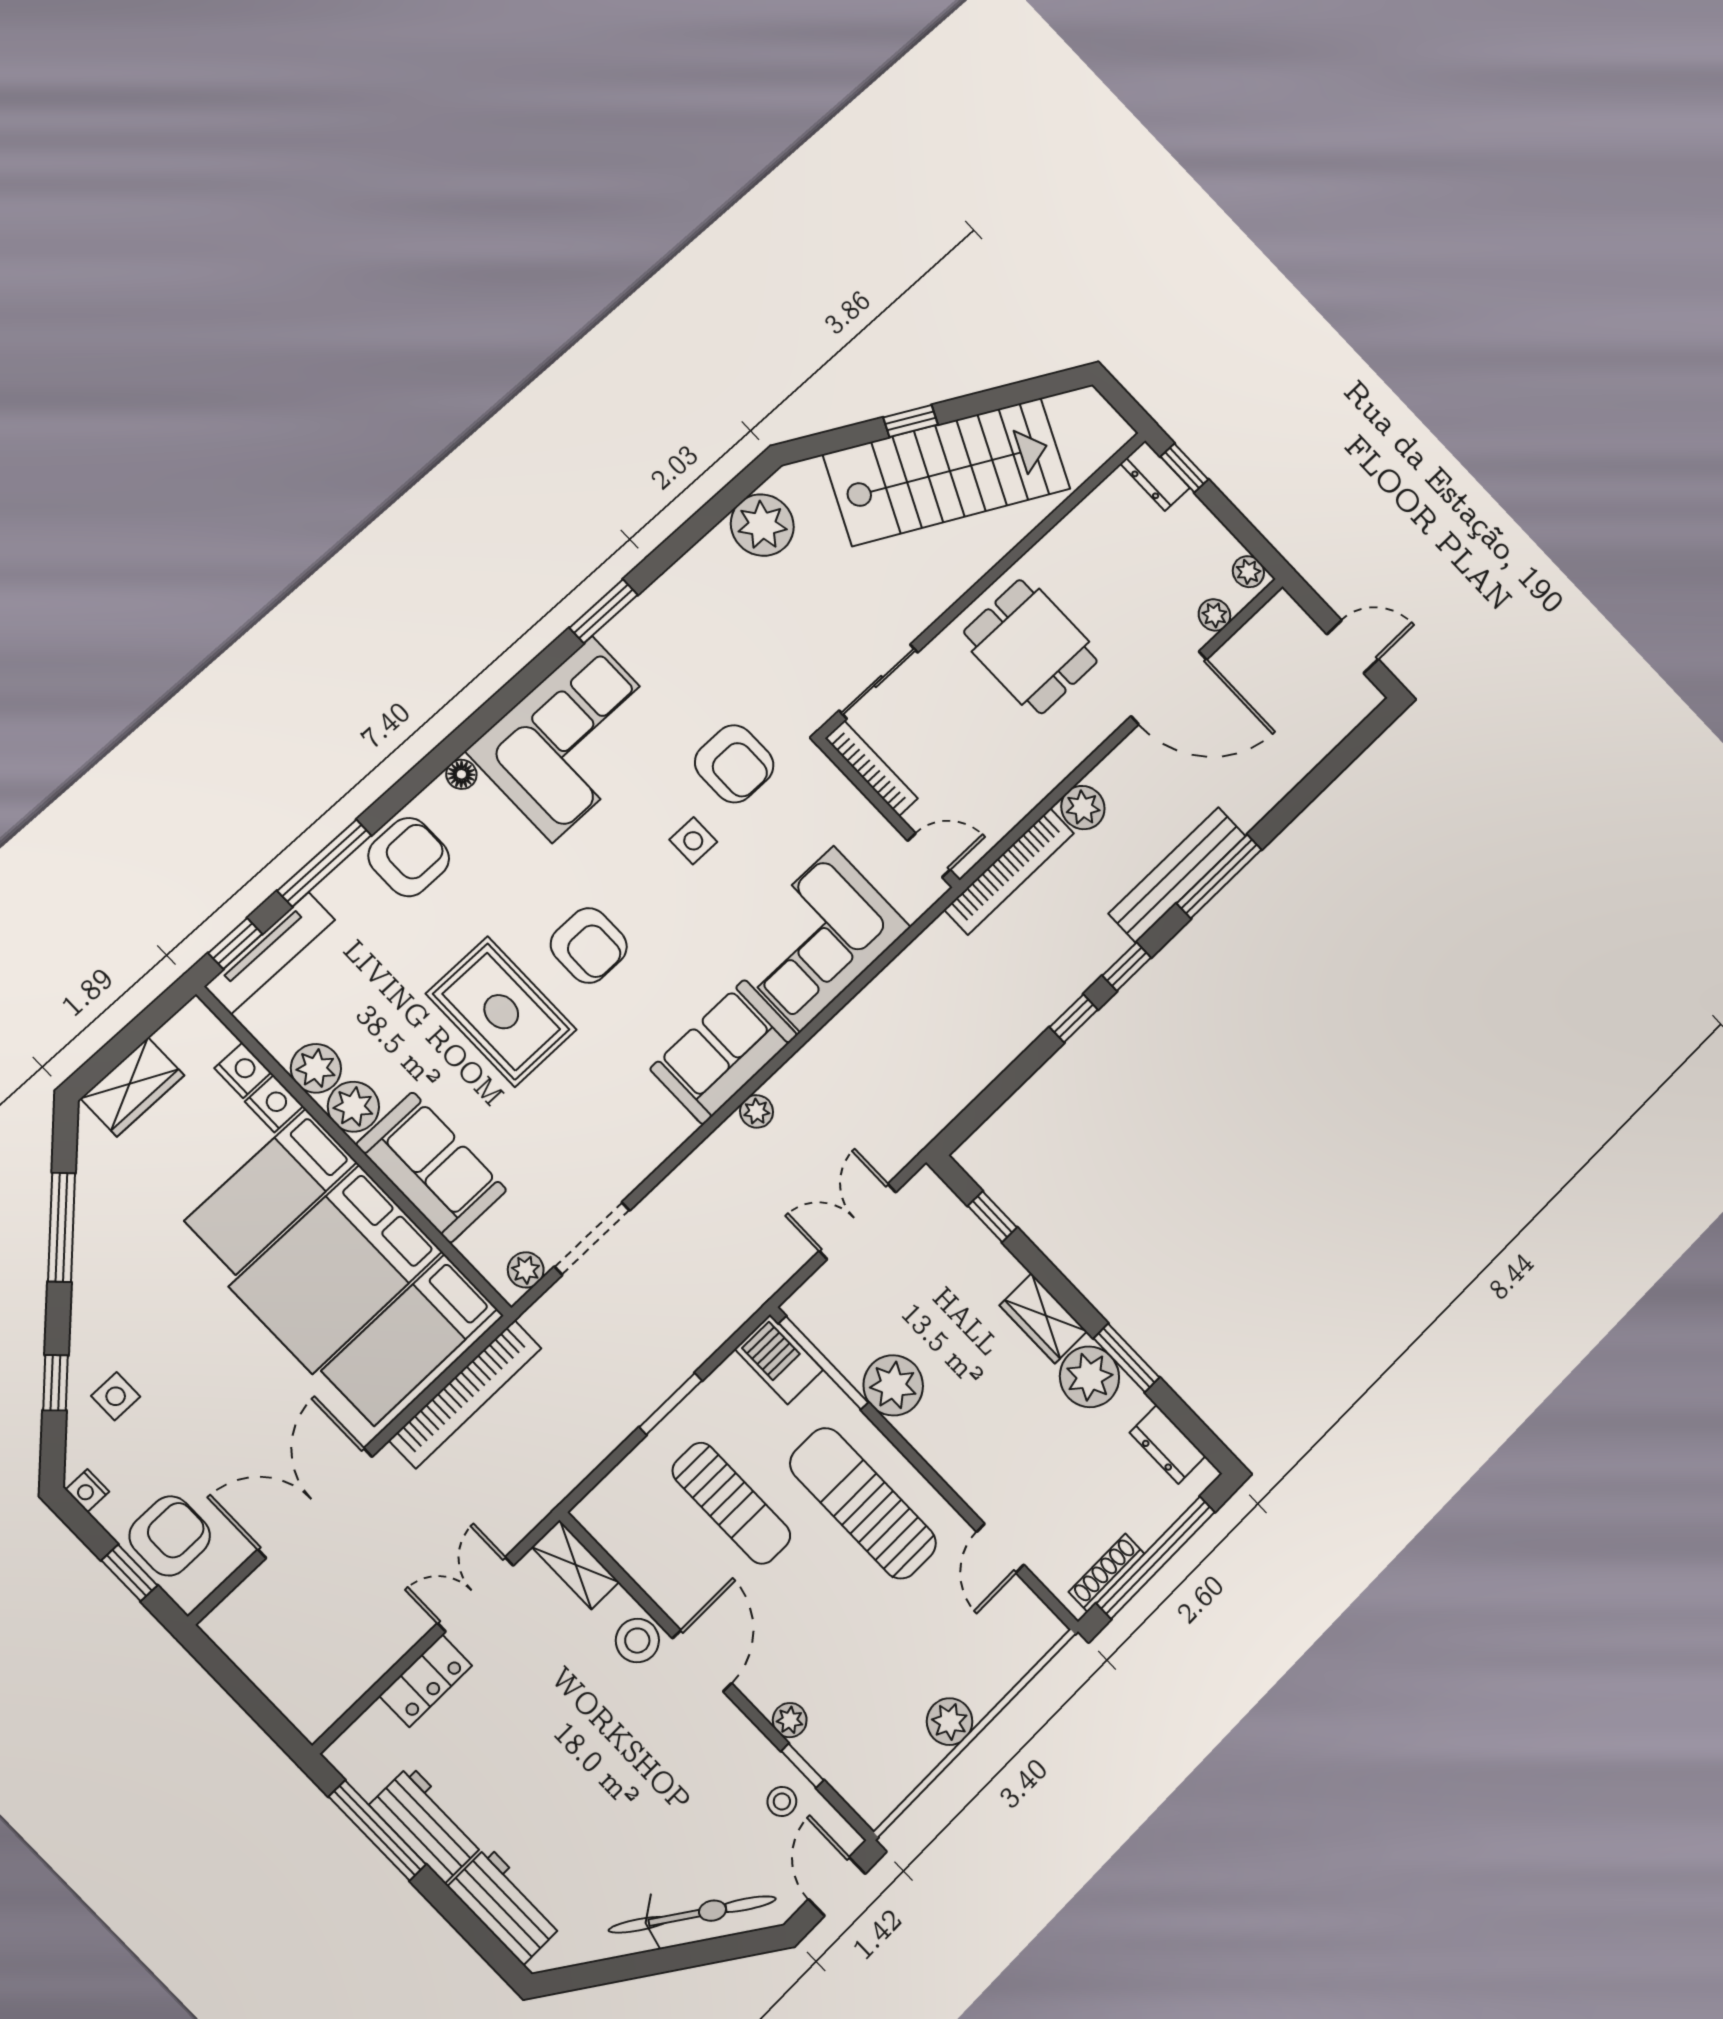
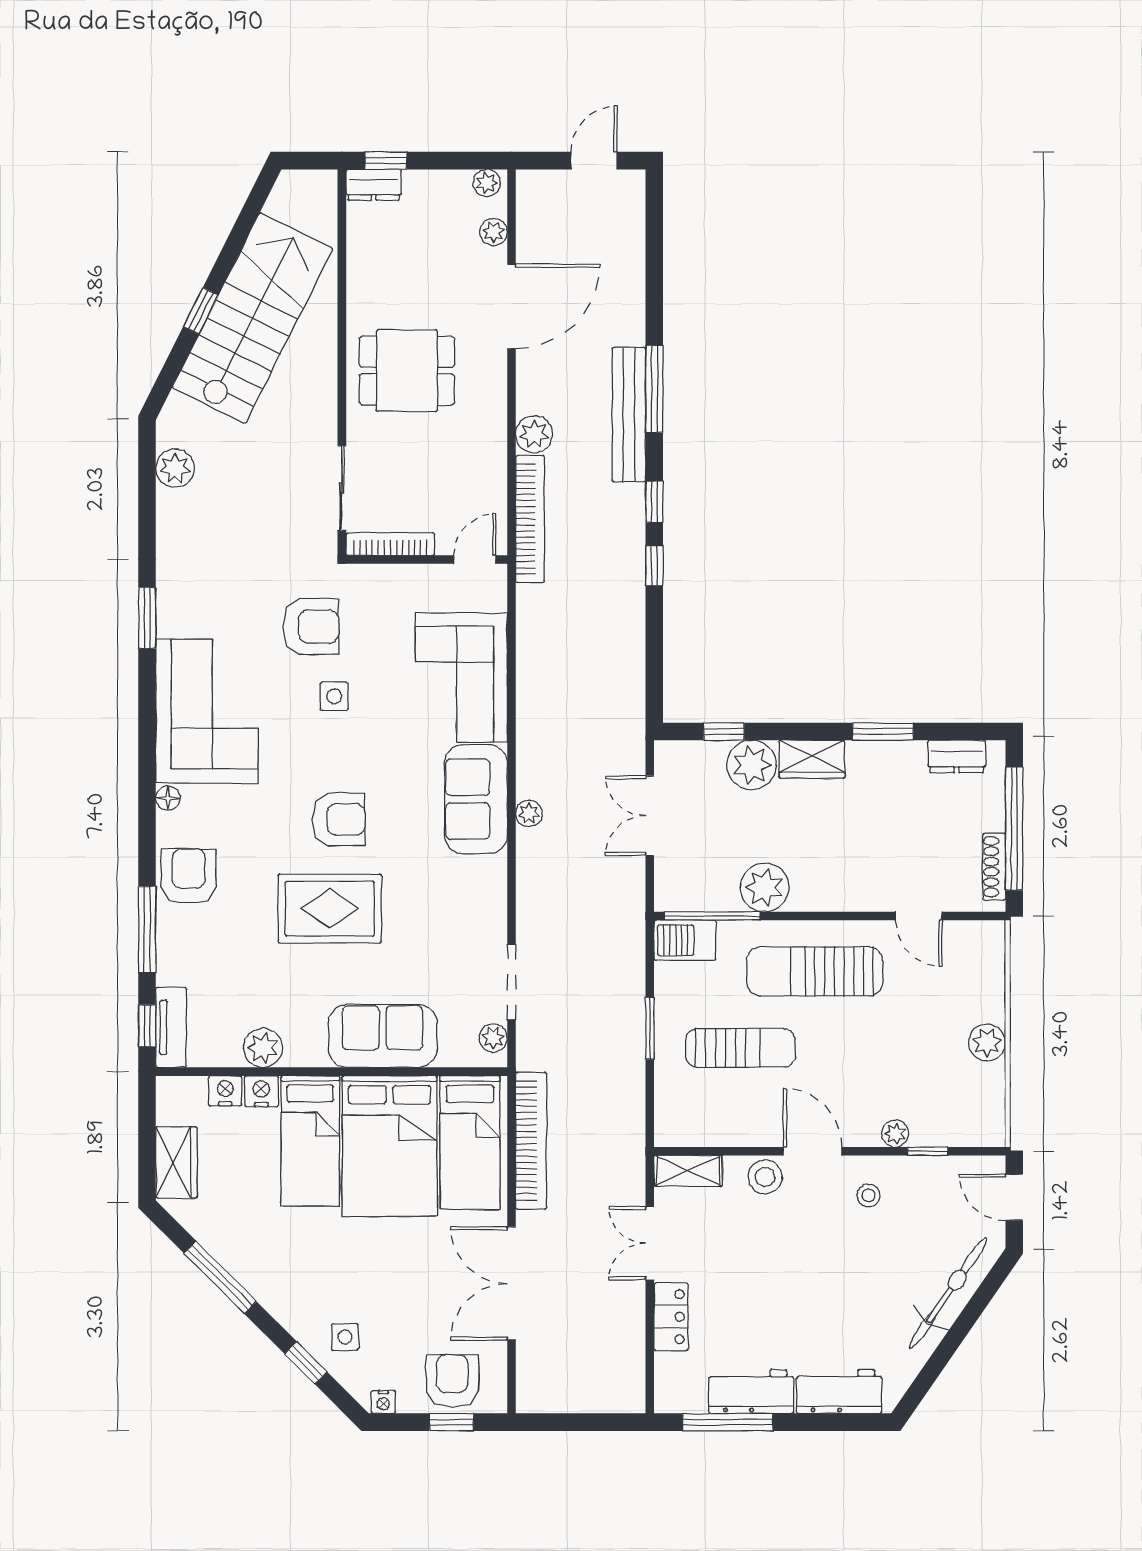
plant: (762, 525) -> (175, 468), width x0.73, depth x0.73
tv unit: (270, 953) -> (171, 1027), width x0.71
plant: (353, 1107) -> (305, 1047), removed
plant: (1089, 1377) -> (752, 765), moved
stool: (782, 1801) -> (869, 1195), moved

